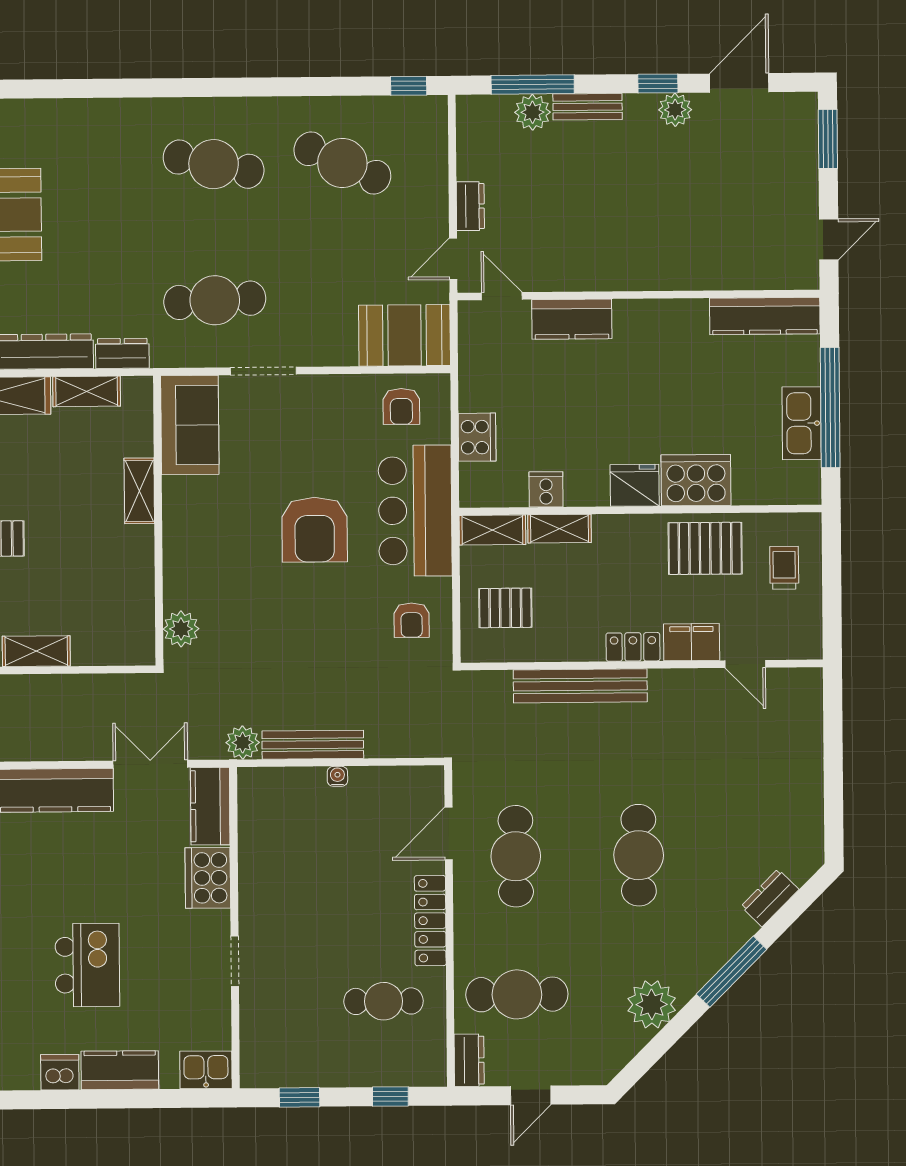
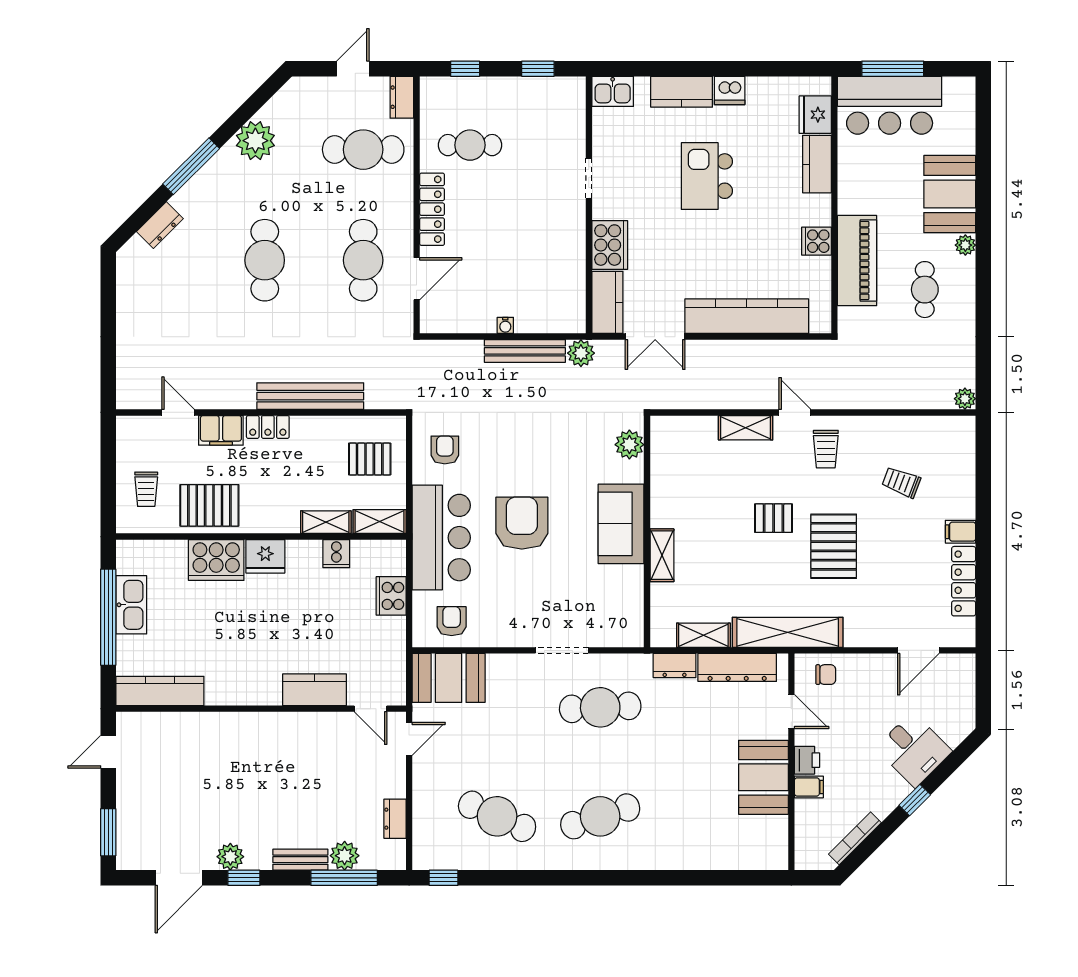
cafe table: (214, 164) -> (600, 816), turned -30
dresser: (470, 206) -> (395, 819), moved
sofa: (190, 425) -> (621, 524), moved

